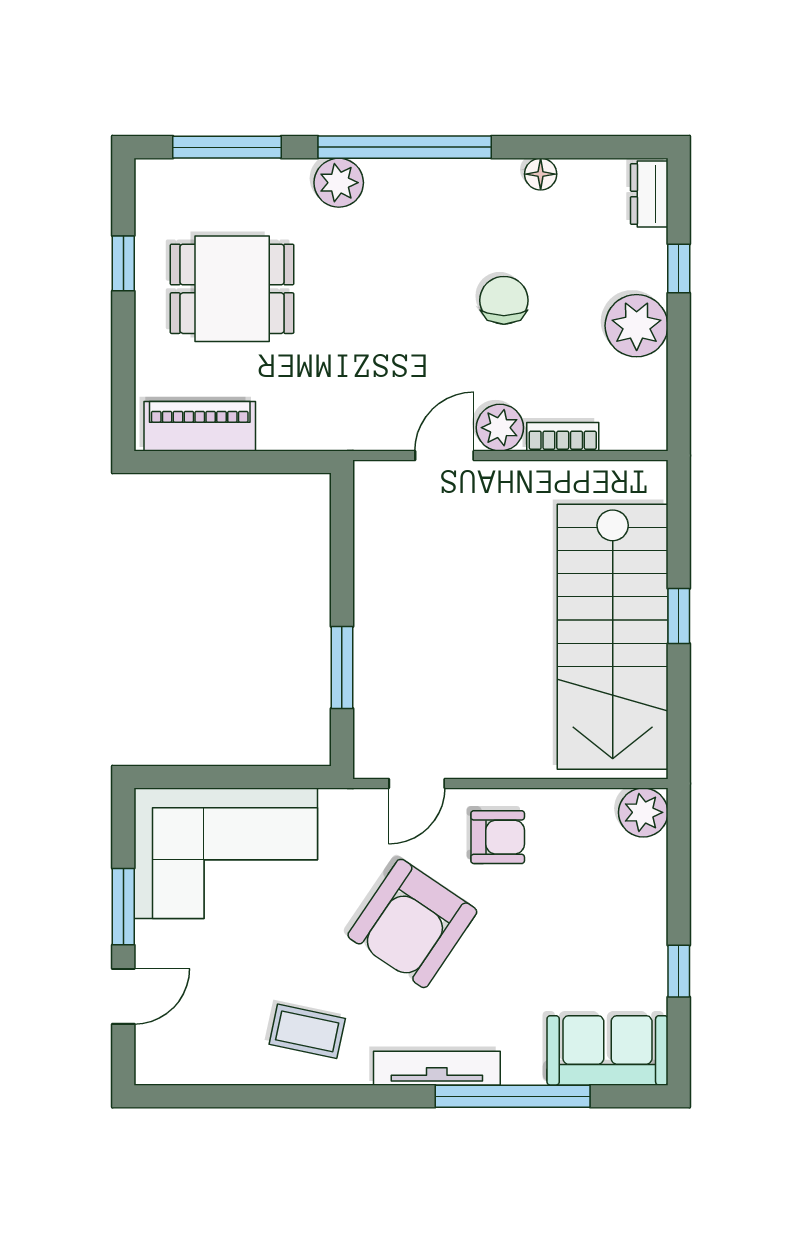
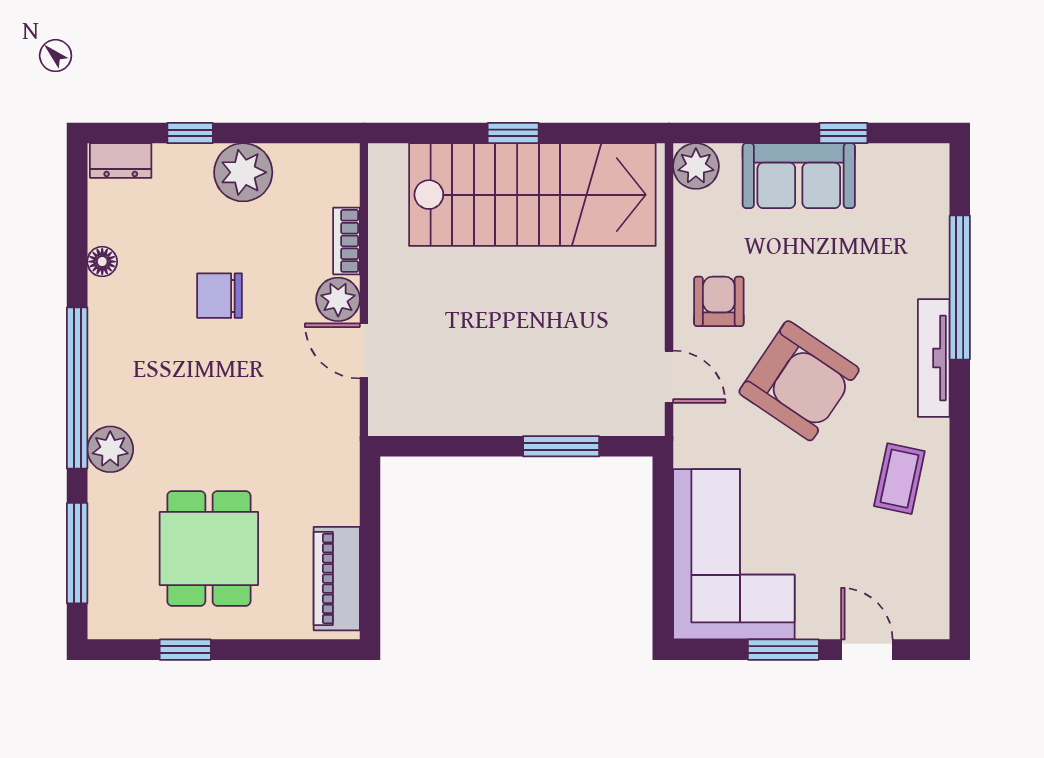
sofa: (607, 1050) -> (799, 176), moved, turned -90

